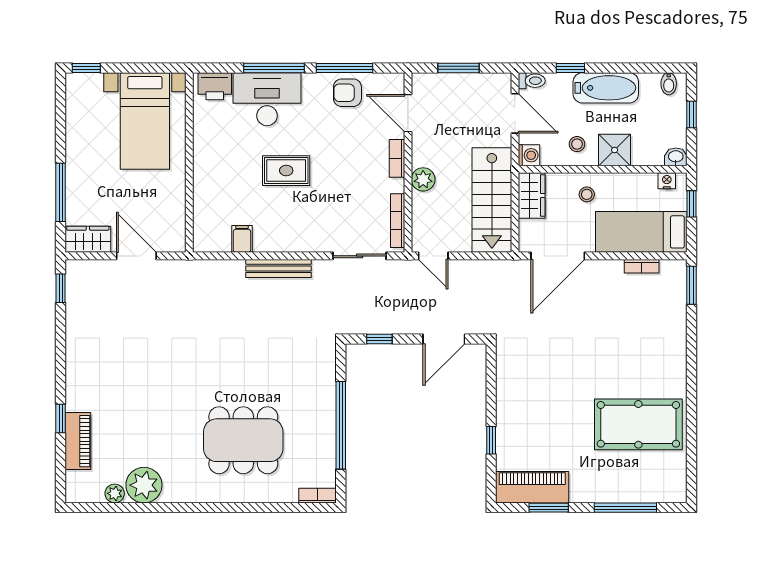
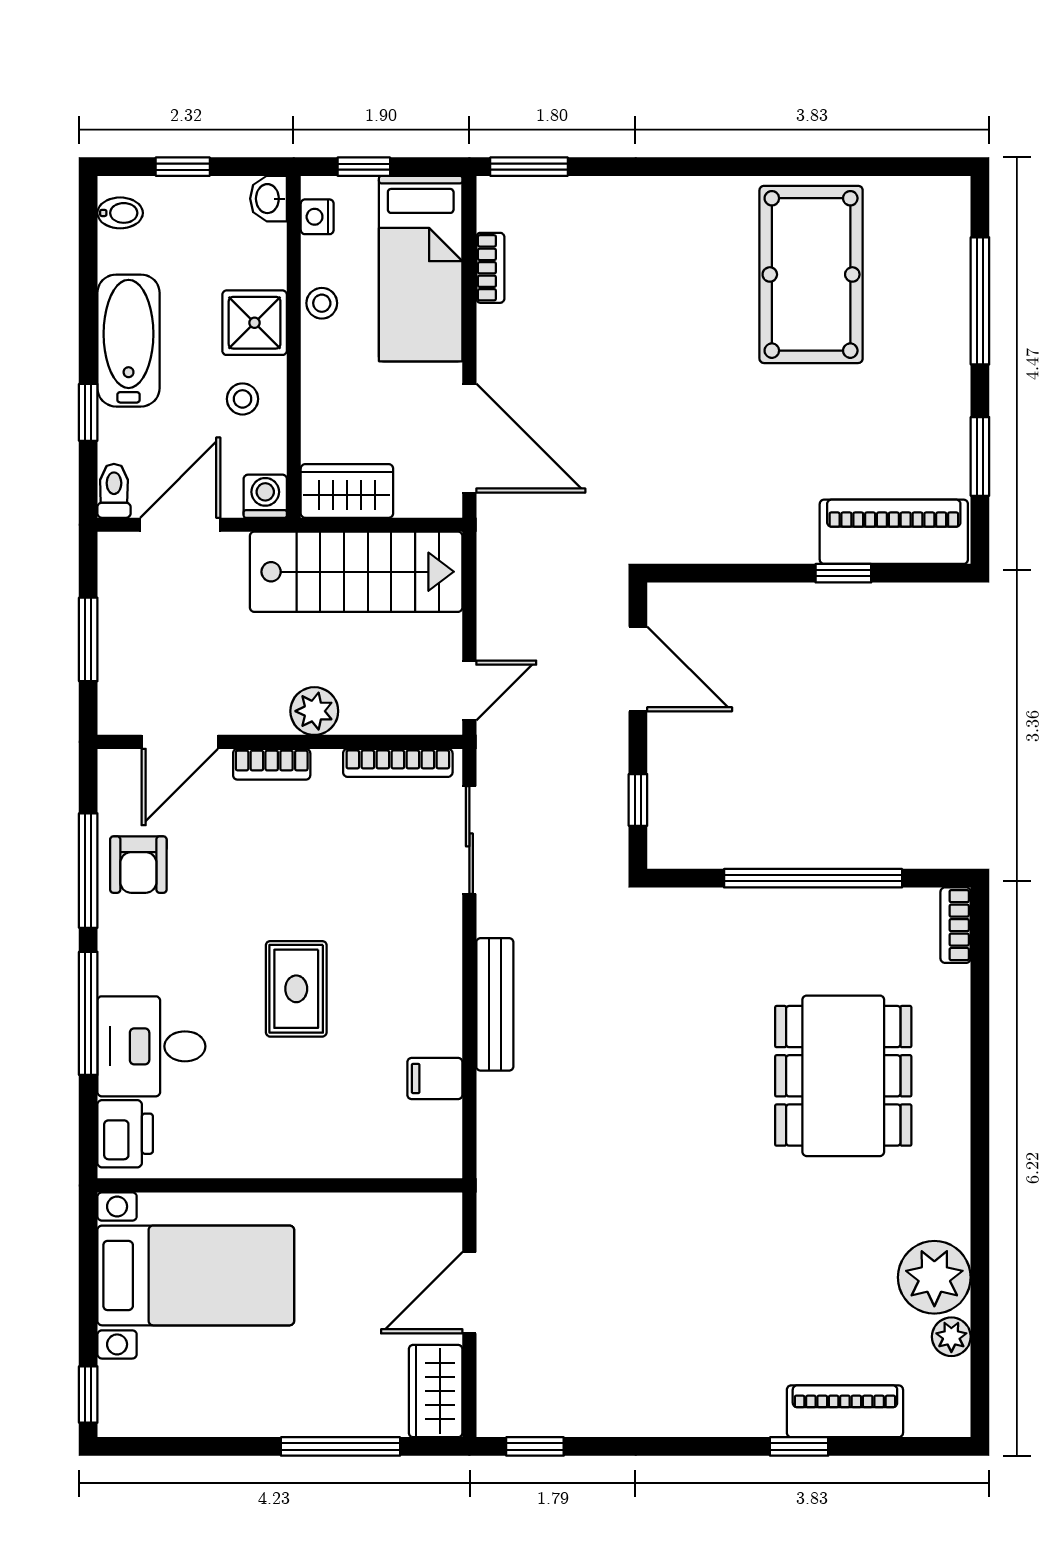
desk: (267, 99) -> (151, 1046), width x0.73
stool: (587, 194) -> (322, 303), moved
piano: (532, 487) -> (894, 532), moved, turned 90

